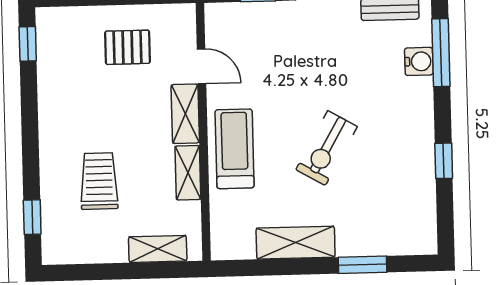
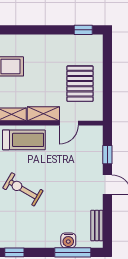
pallet: (128, 47) -> (80, 84), width x1.50, depth x1.42

